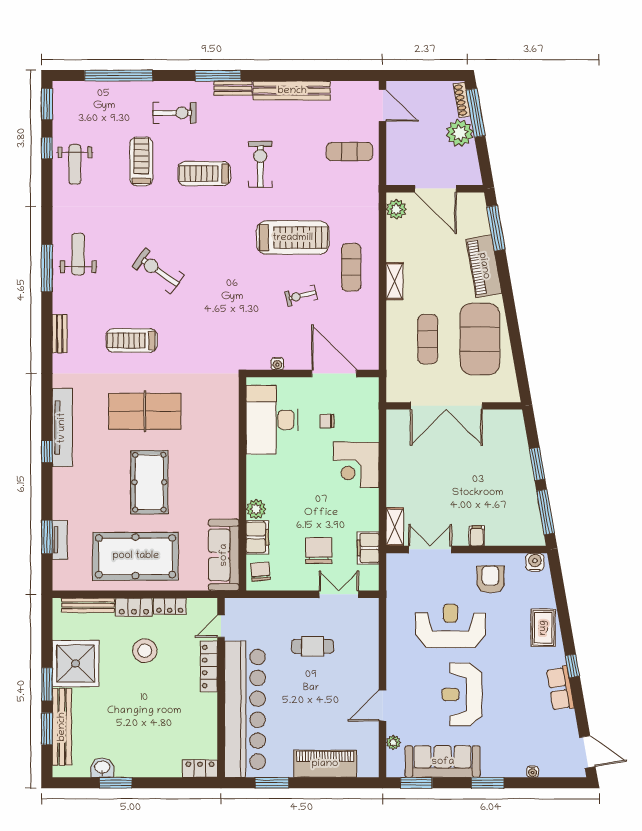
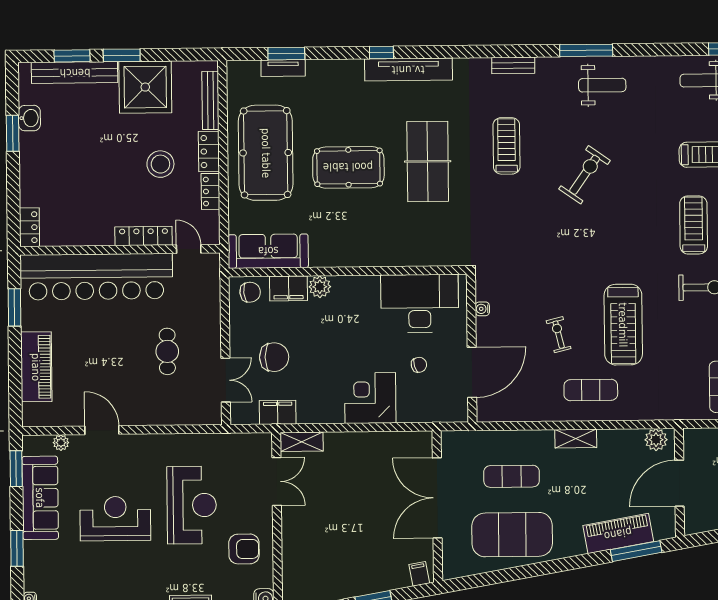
piano: (484, 266) -> (618, 534), moved
chair: (327, 421) -> (419, 365), turned 75
filing cabinet: (477, 536) -> (419, 574), moved, turned -100

